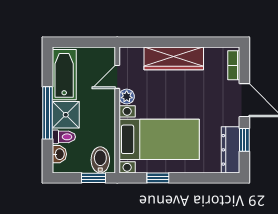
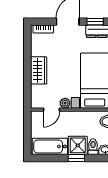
wardrobe: (174, 58) -> (39, 70), width x0.67
door: (117, 77) -> (51, 110), hinge flipped
window: (47, 113) -> (76, 158), width x0.46

